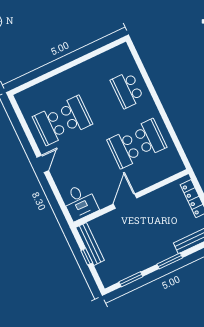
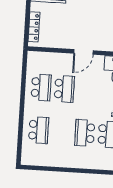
school desk: (150, 137) -> (41, 87), turned 180

